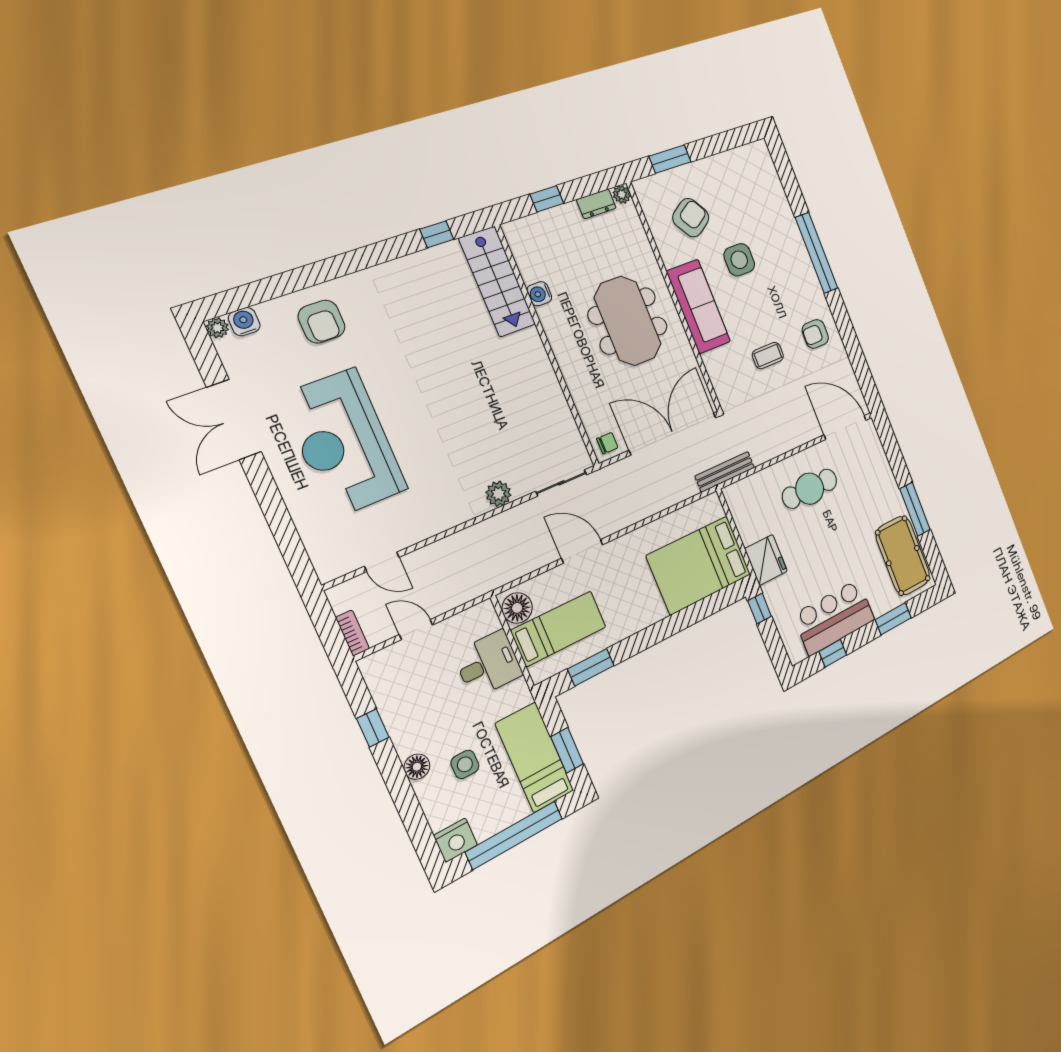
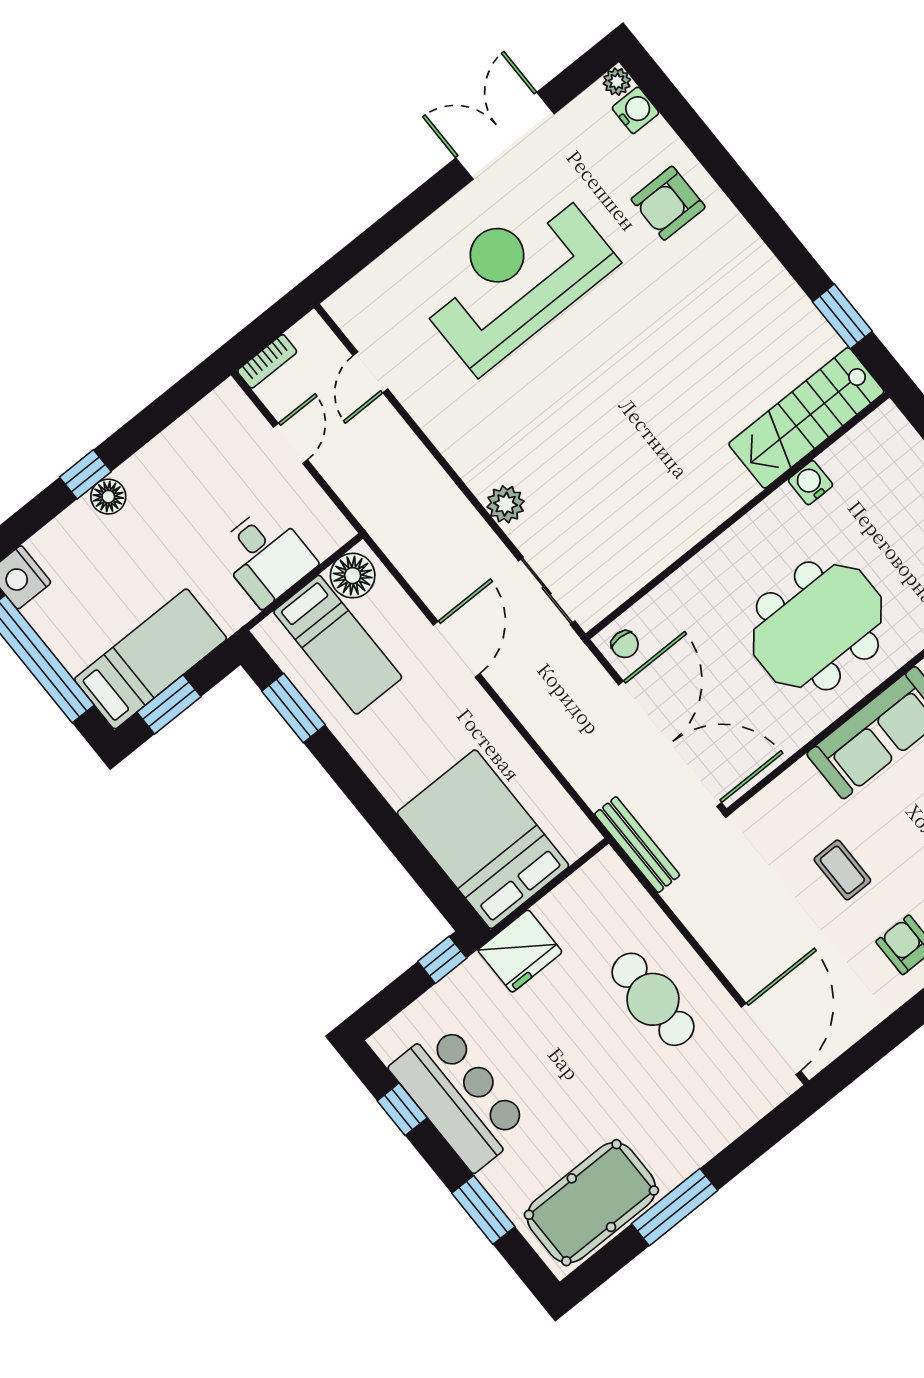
window: (437, 234) -> (842, 316), width x1.50
window: (373, 728) -> (85, 474), moved
side table: (465, 764) -> (123, 562), removed

